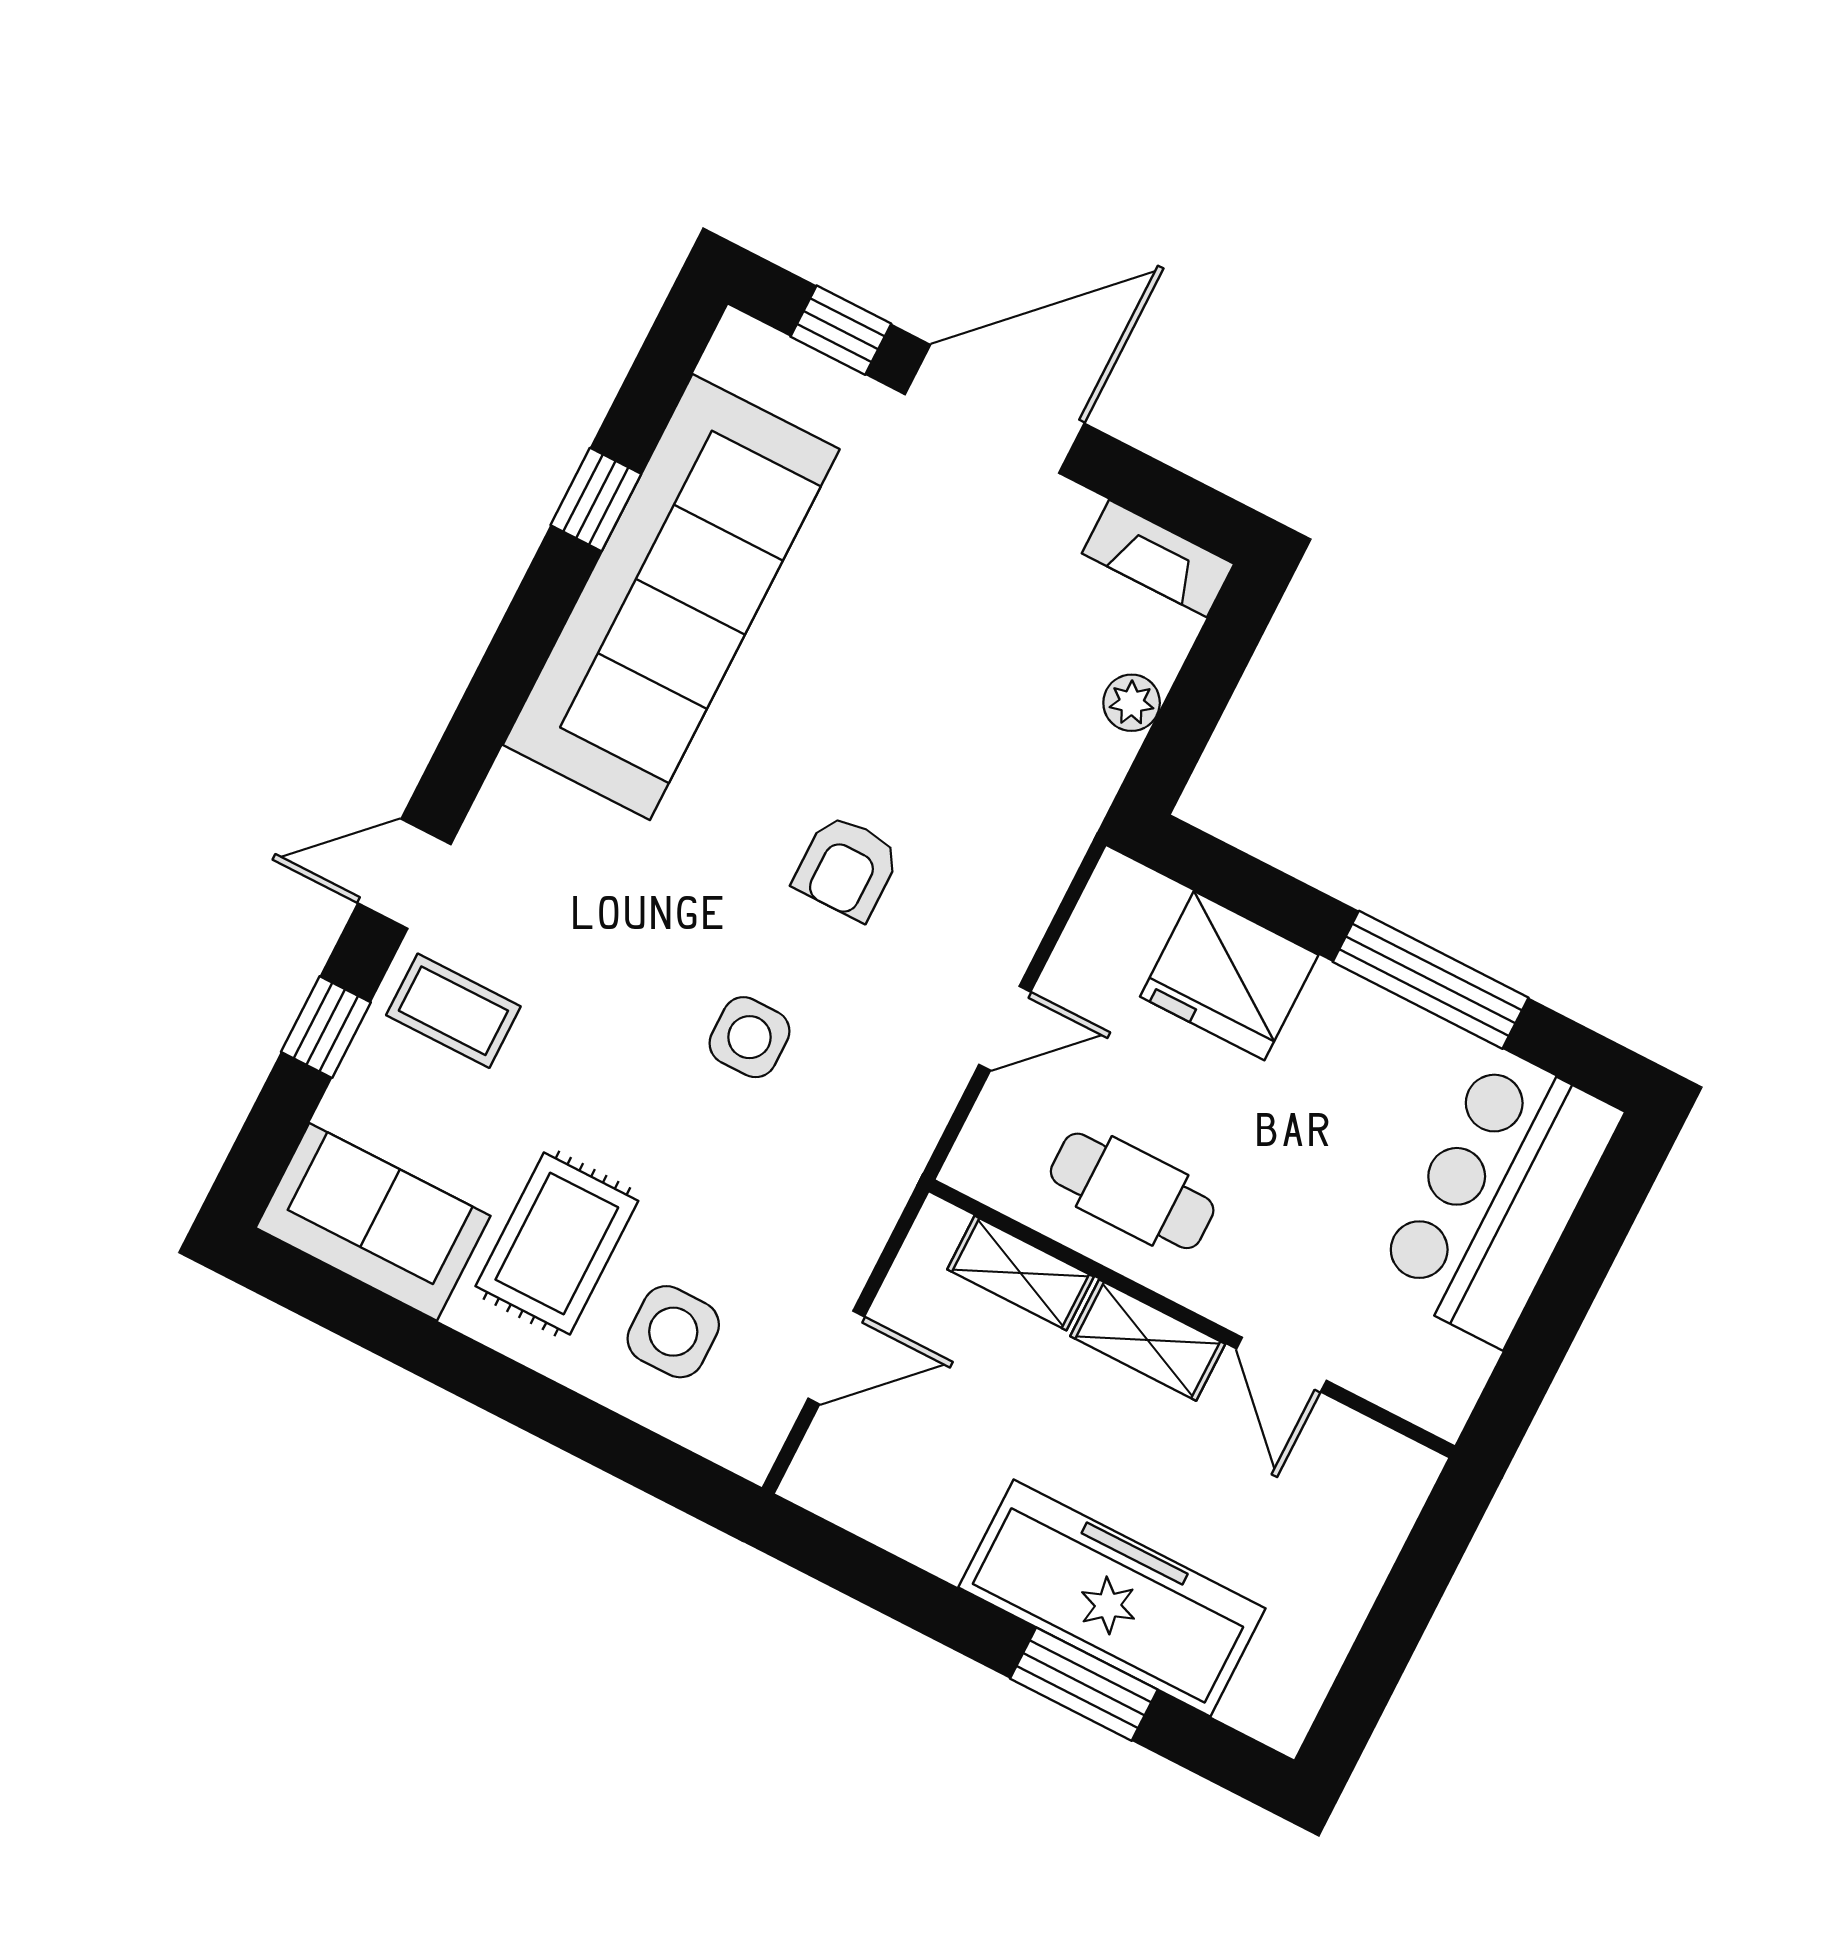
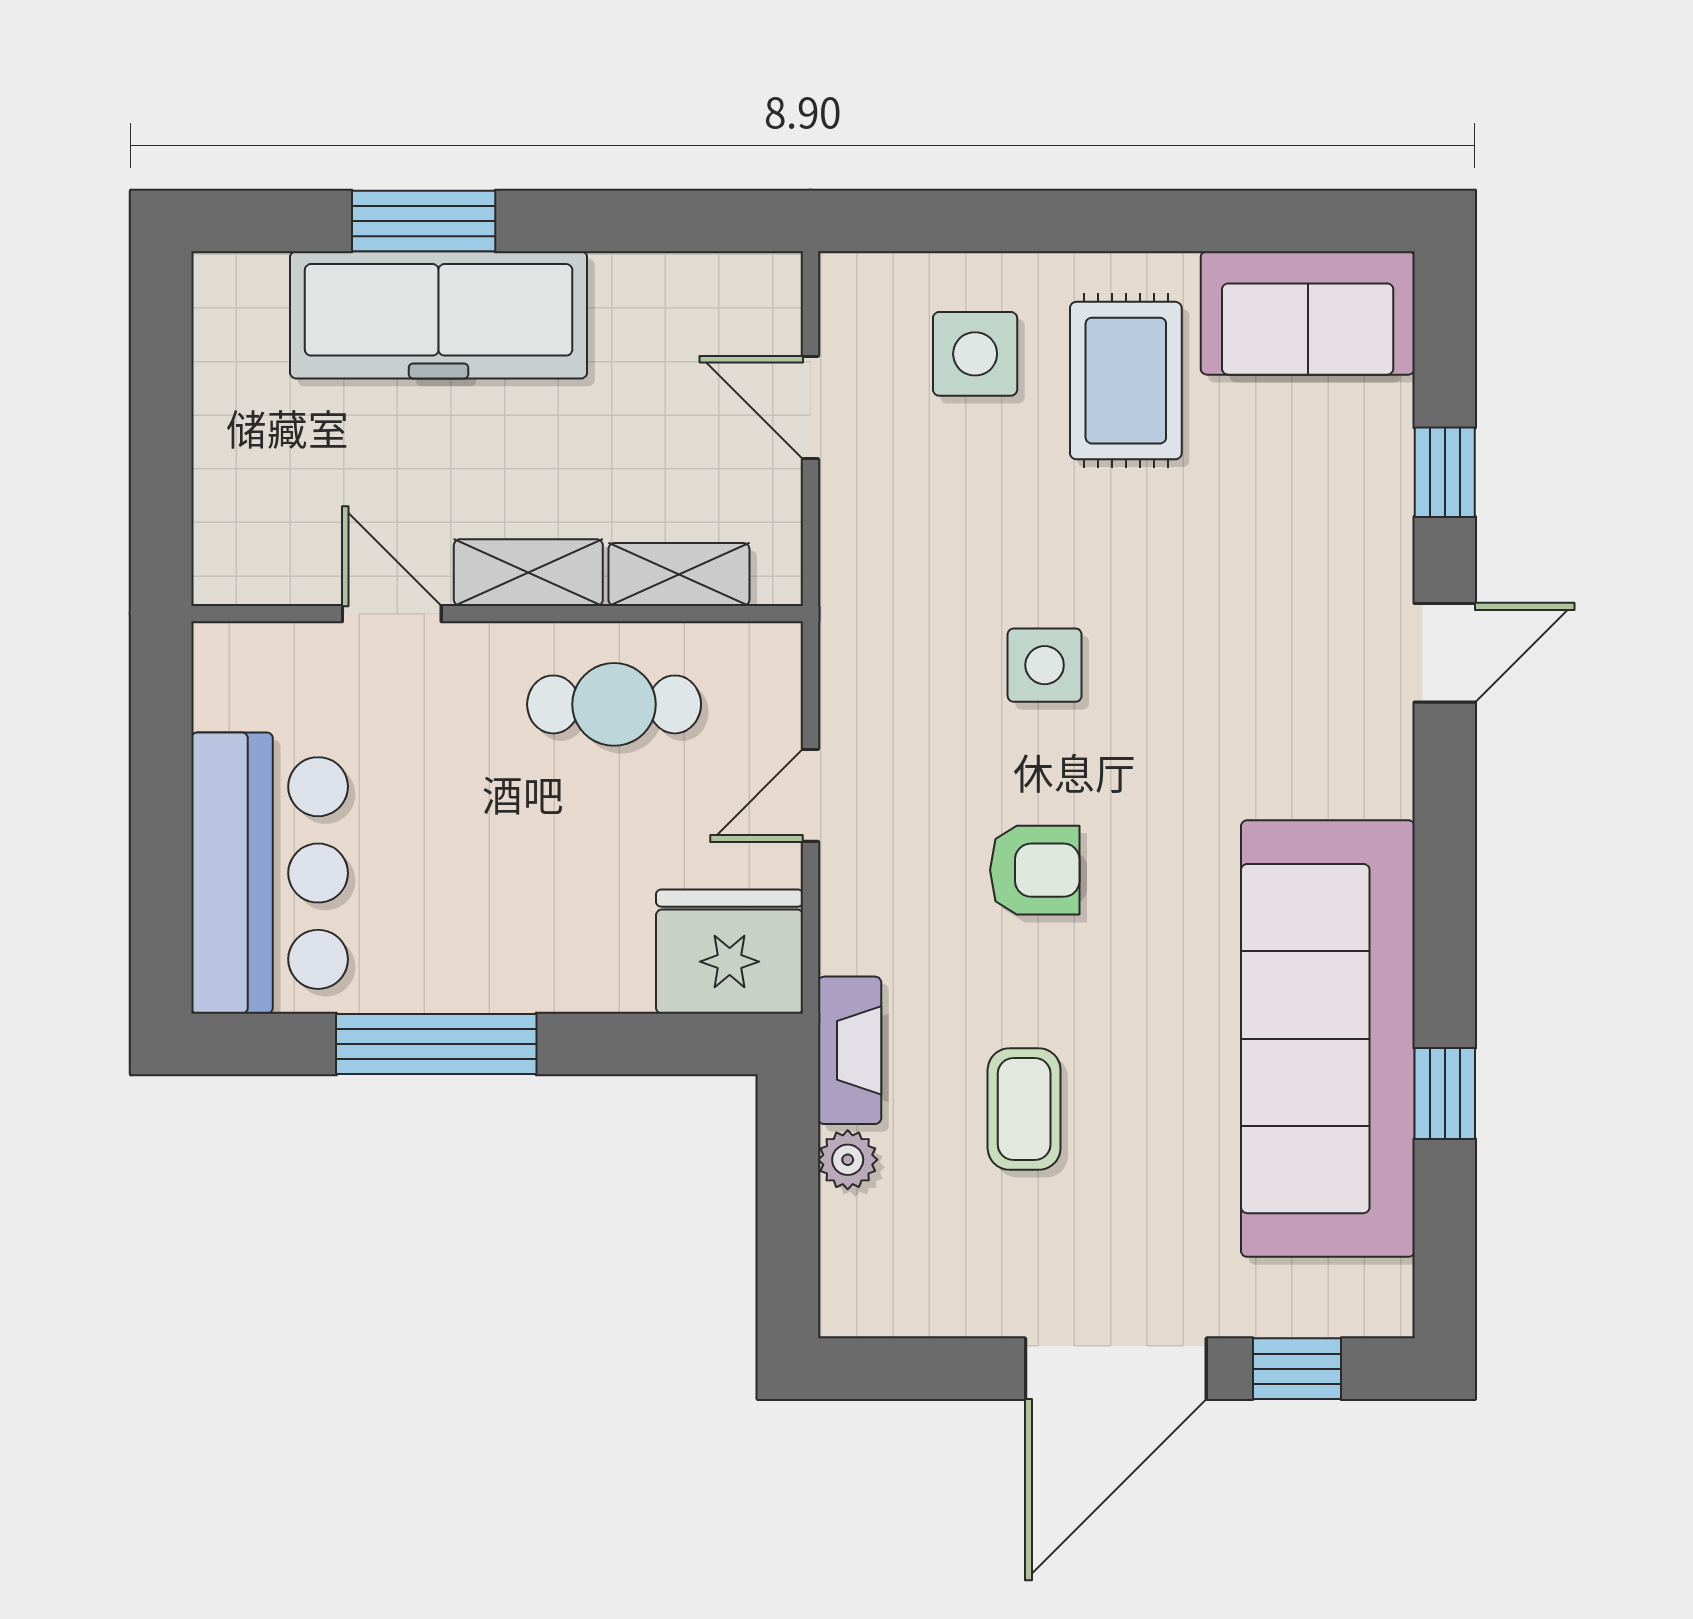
fireplace: (1158, 559) -> (850, 1050), moved, turned 90
armchair: (847, 867) -> (1035, 870), turned 90
fridge: (1229, 976) -> (730, 952), moved
coffee table: (453, 1011) -> (1024, 1109), moved, turned 90
door: (836, 1358) -> (811, 408), hinge flipped

